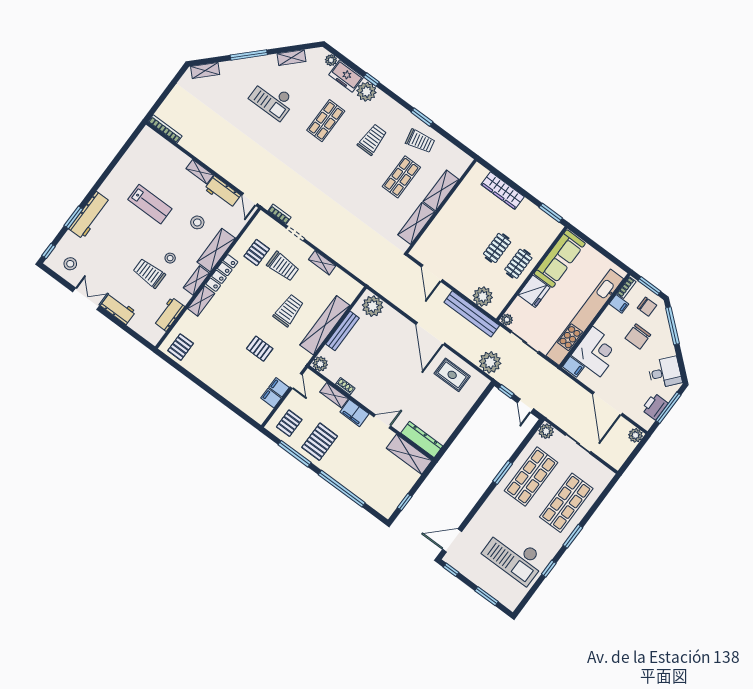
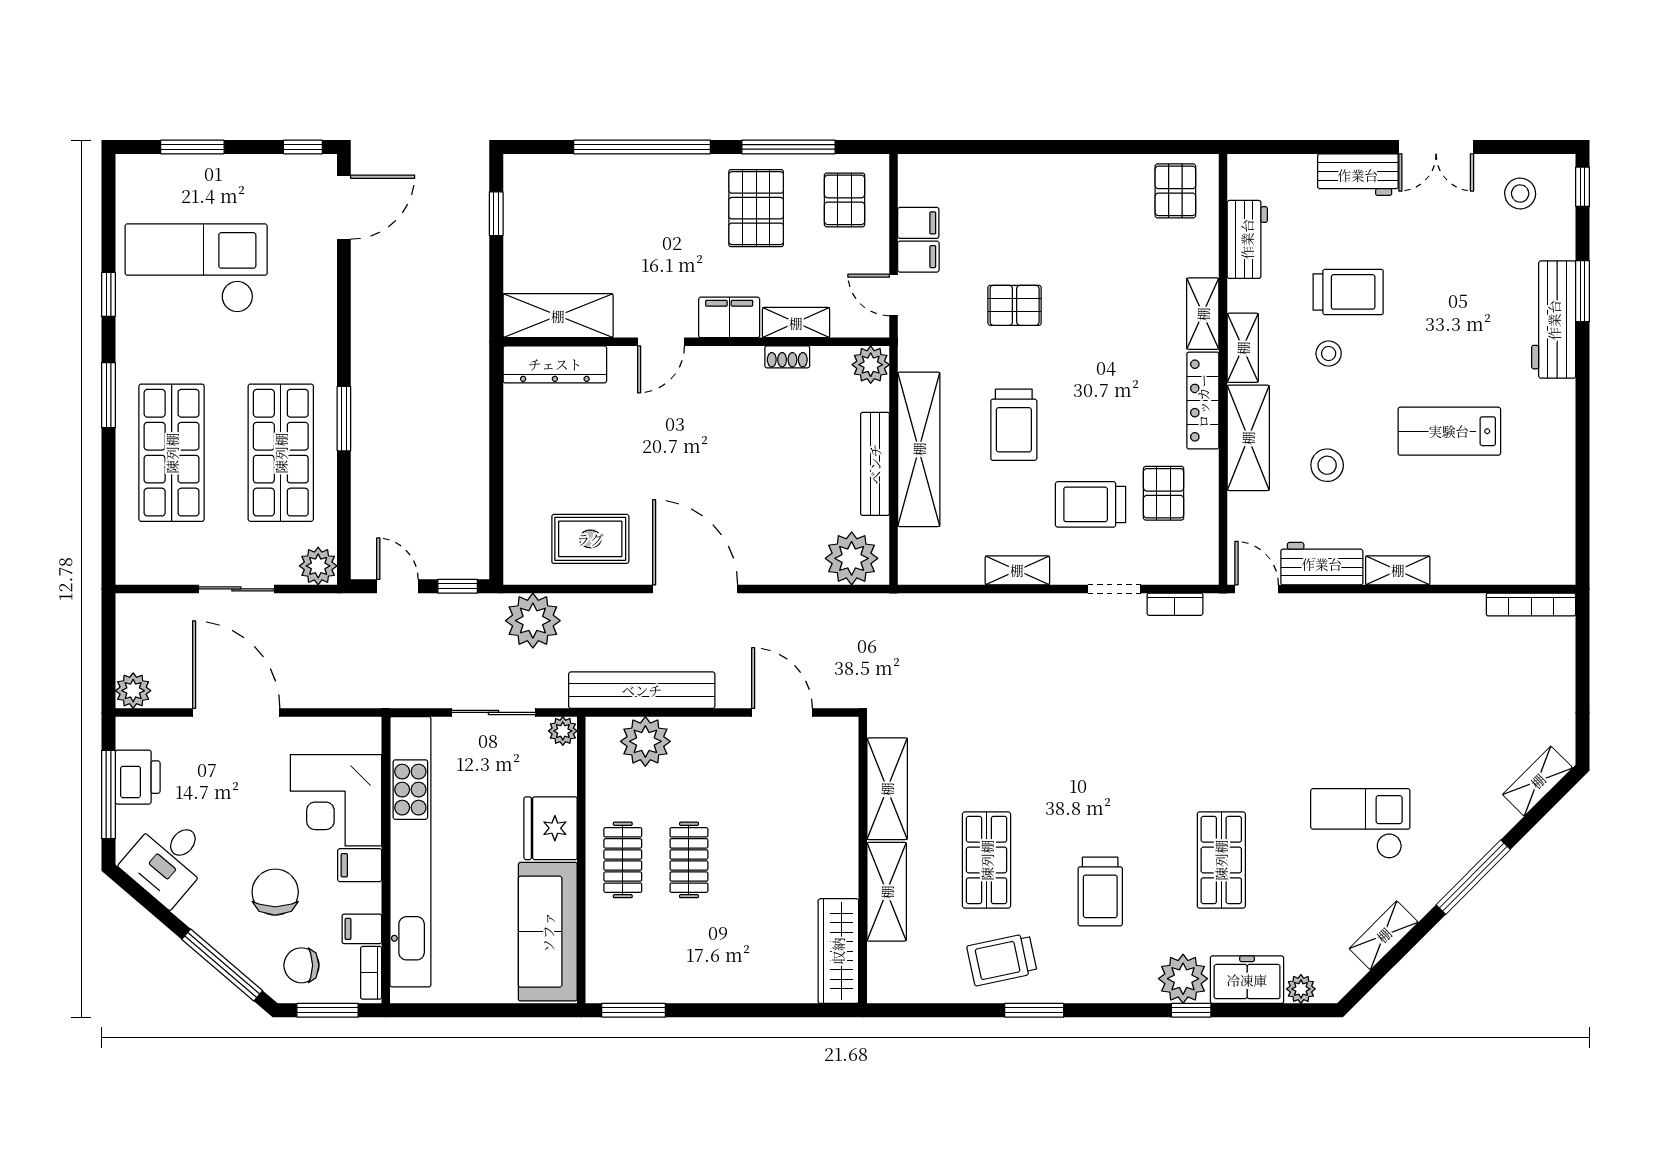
wardrobe: (503, 191) -> (838, 951), moved, turned -90
filing cabinet: (573, 367) -> (360, 865), moved

